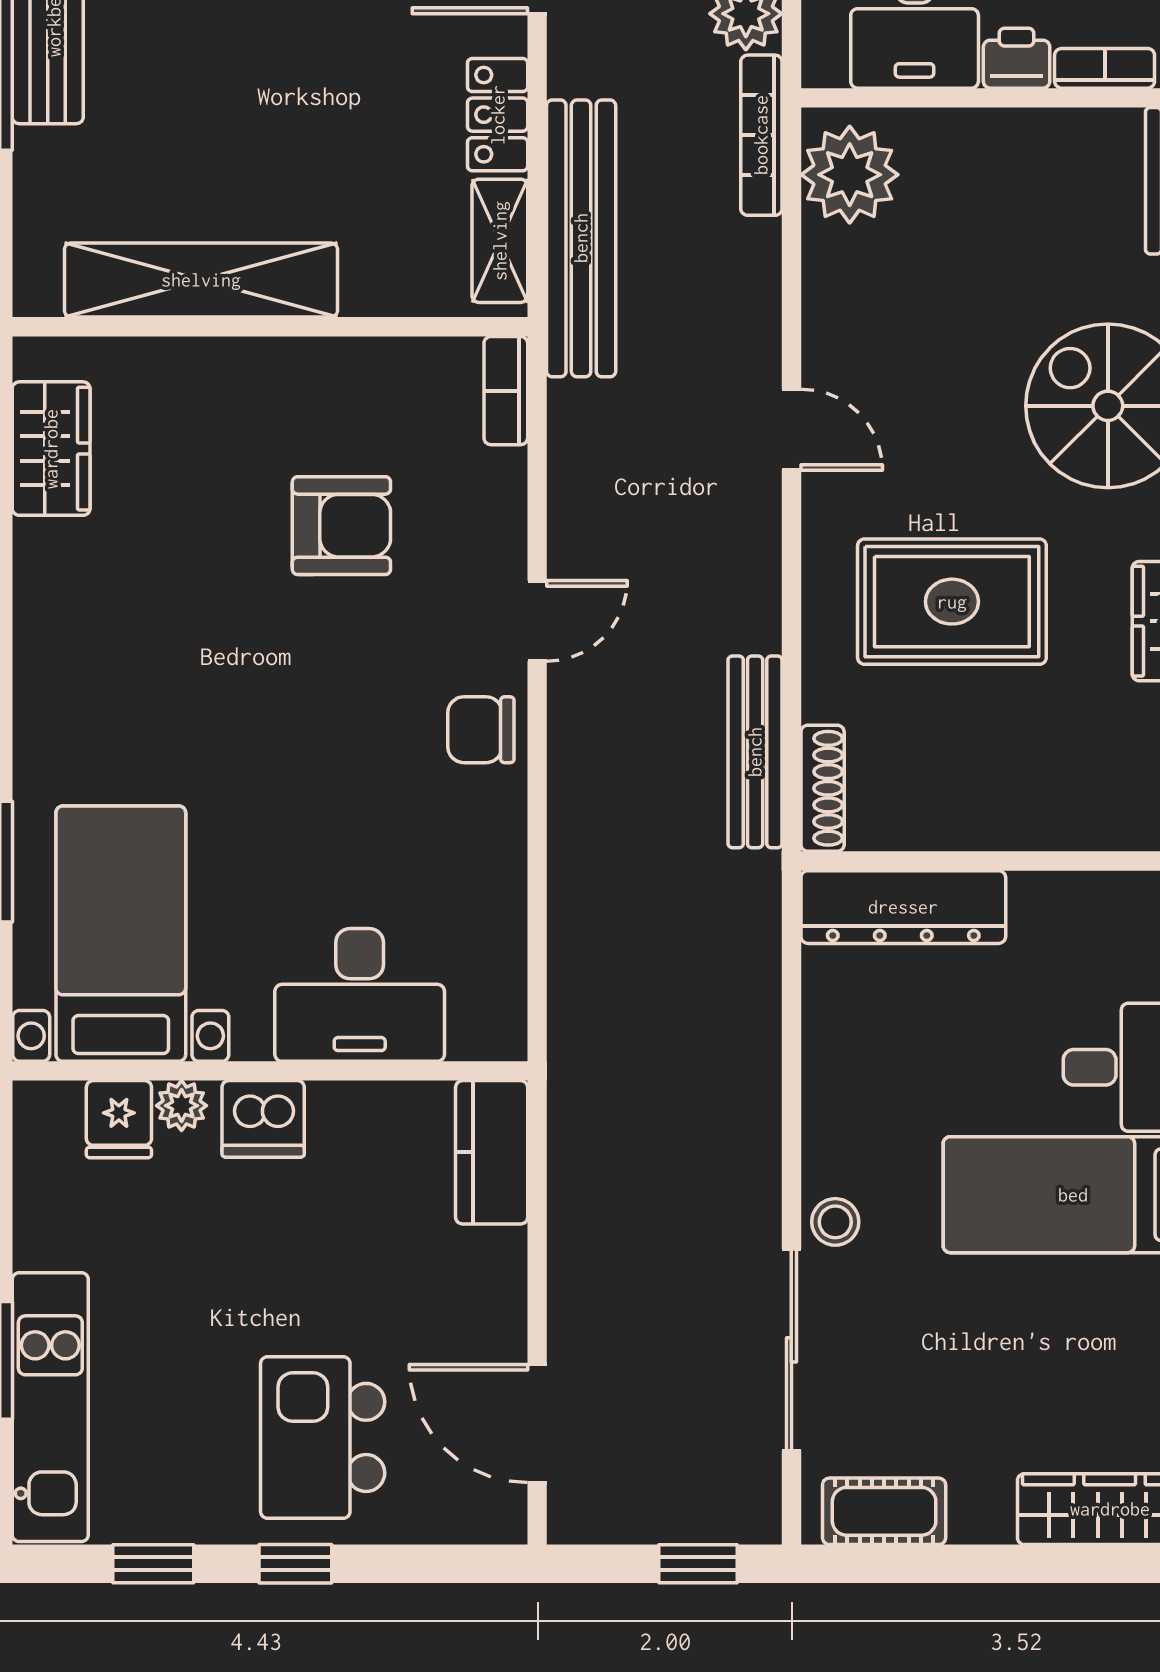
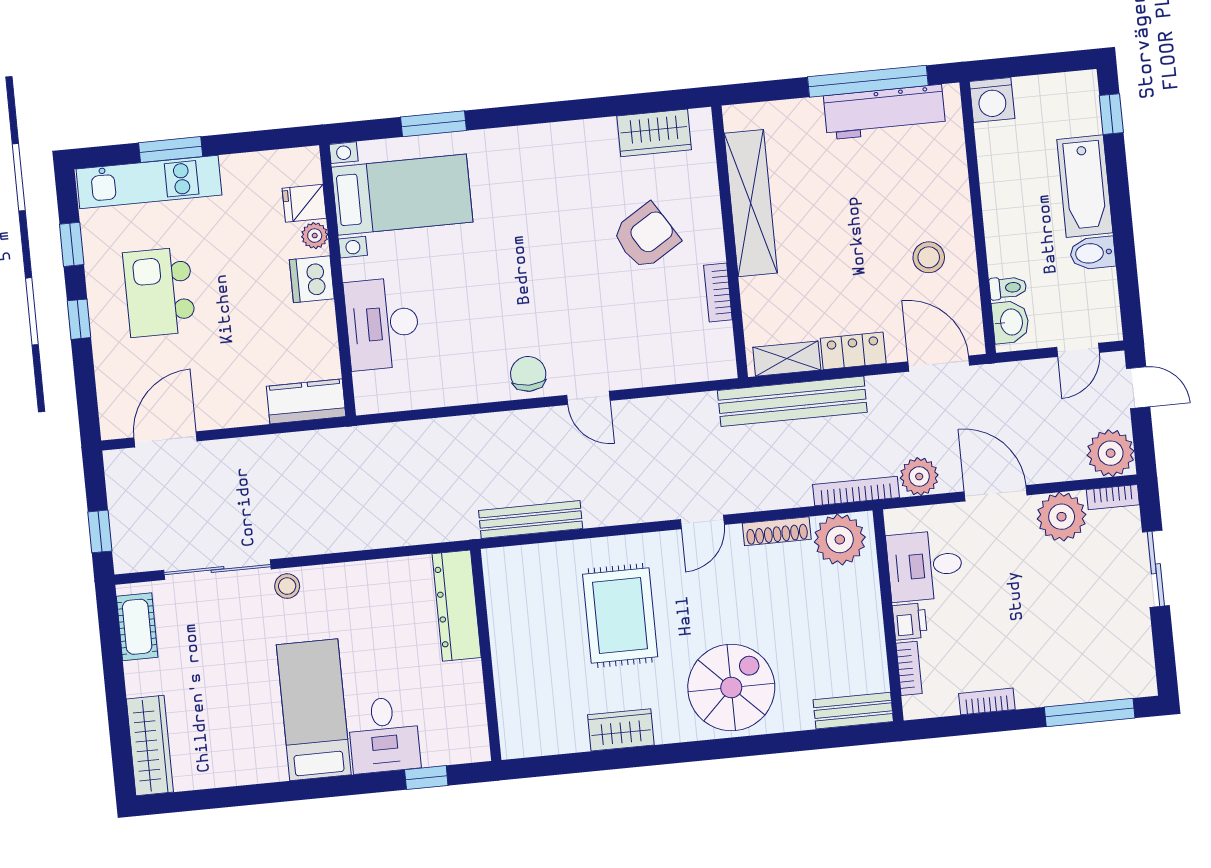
bookcase: (506, 391) -> (718, 292), moved, turned -90
armchair: (341, 526) -> (646, 236), moved, turned -122
shoe rack: (823, 788) -> (777, 531), moved
kitchen island: (323, 1437) -> (159, 292), moved, turned -90

